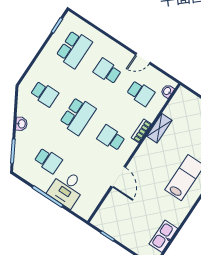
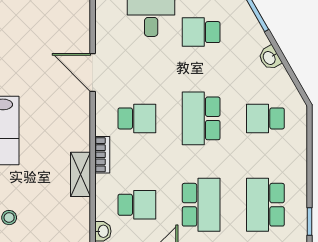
school desk: (107, 71) -> (201, 205), width x1.85
school desk: (141, 93) -> (137, 205), turned 180

